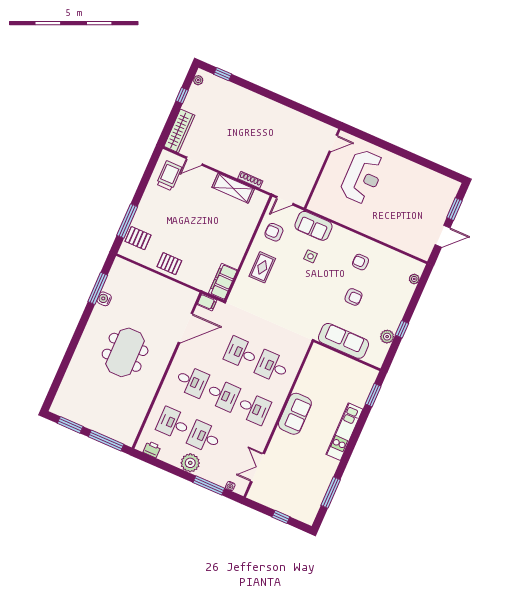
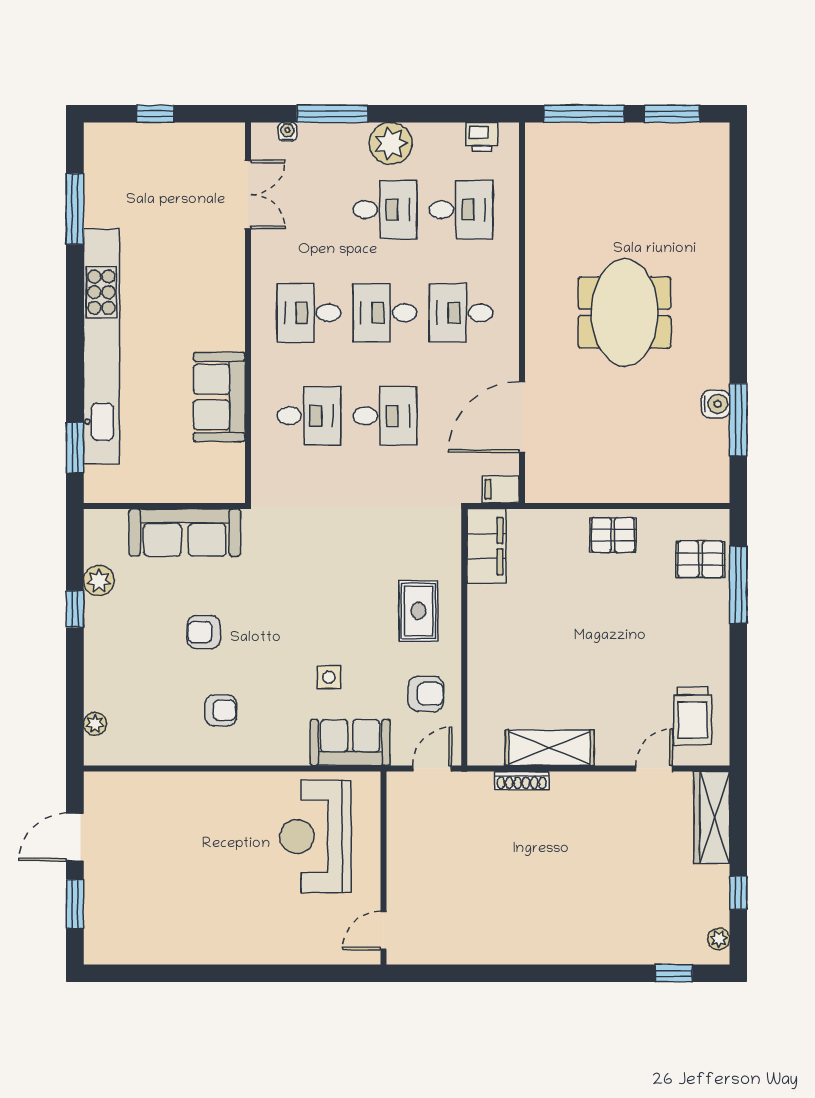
reception desk: (363, 177) -> (315, 837), moved
sofa: (295, 414) -> (219, 397), moved
kitchen unit: (344, 432) -> (101, 346), width x1.86

